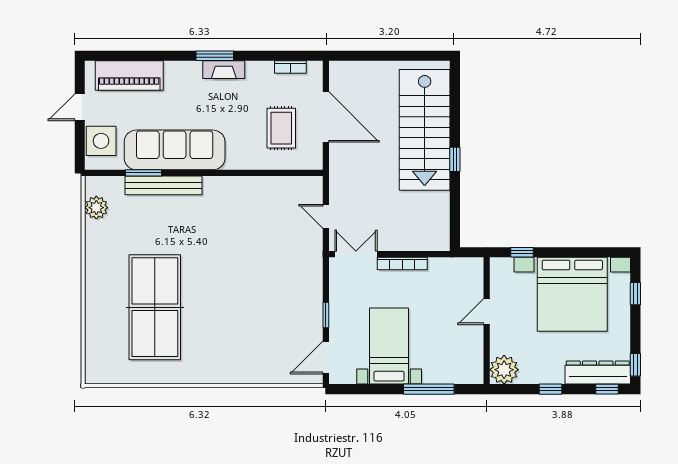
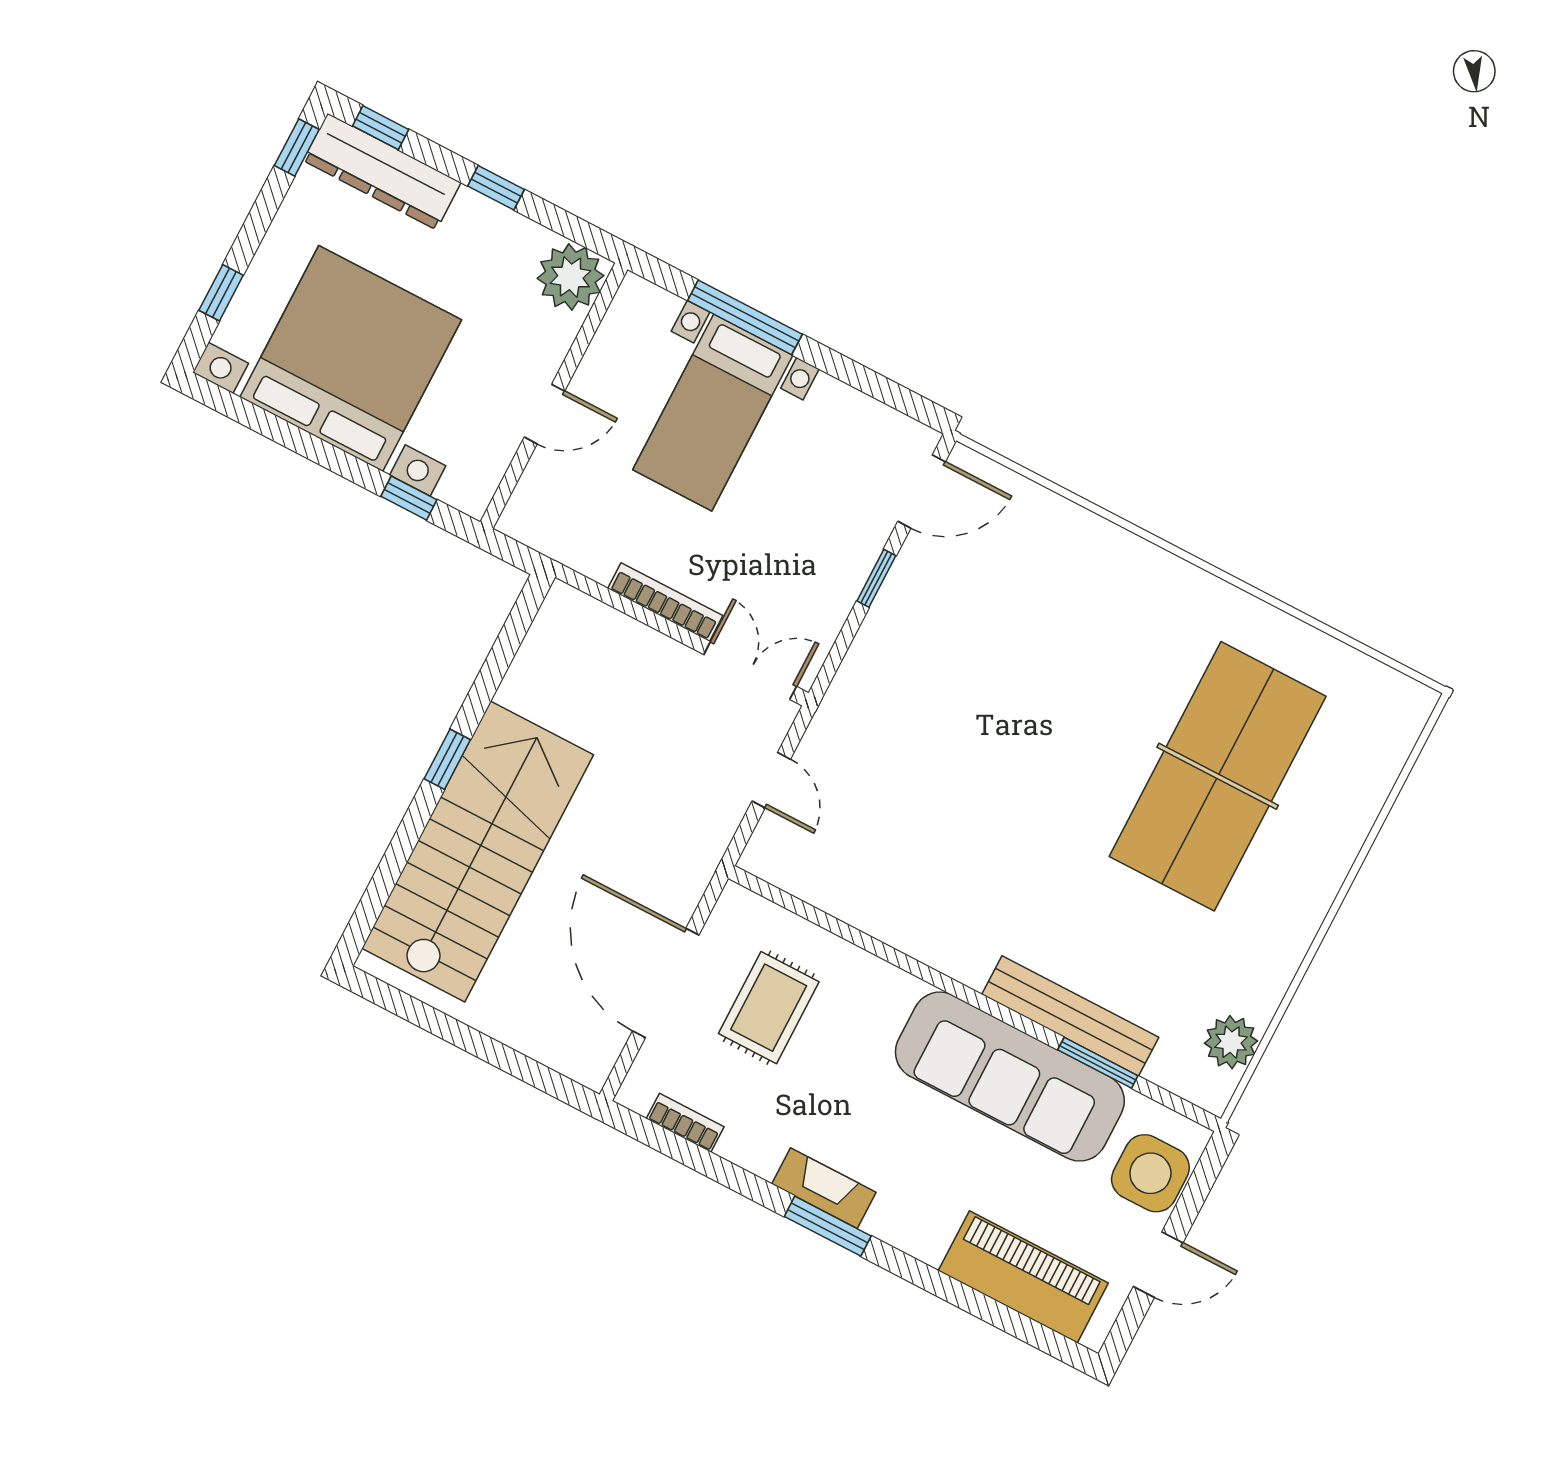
double door: (356, 254) -> (750, 671), swing flipped
bed with nightstands: (389, 346) -> (713, 413), moved

